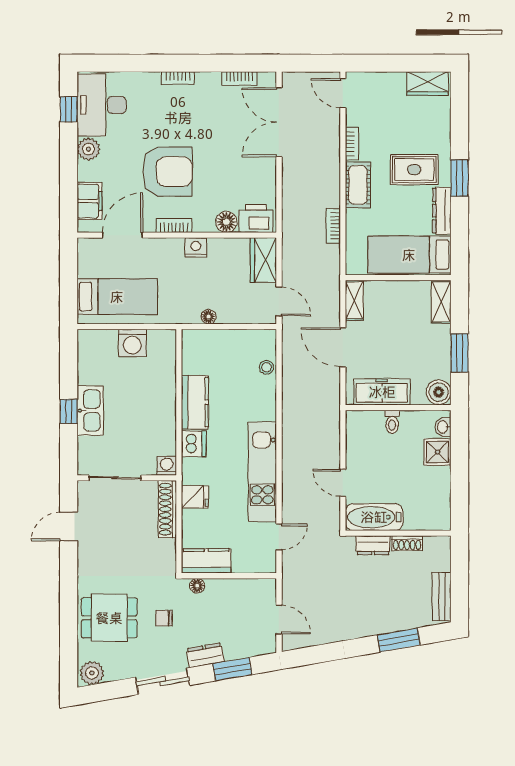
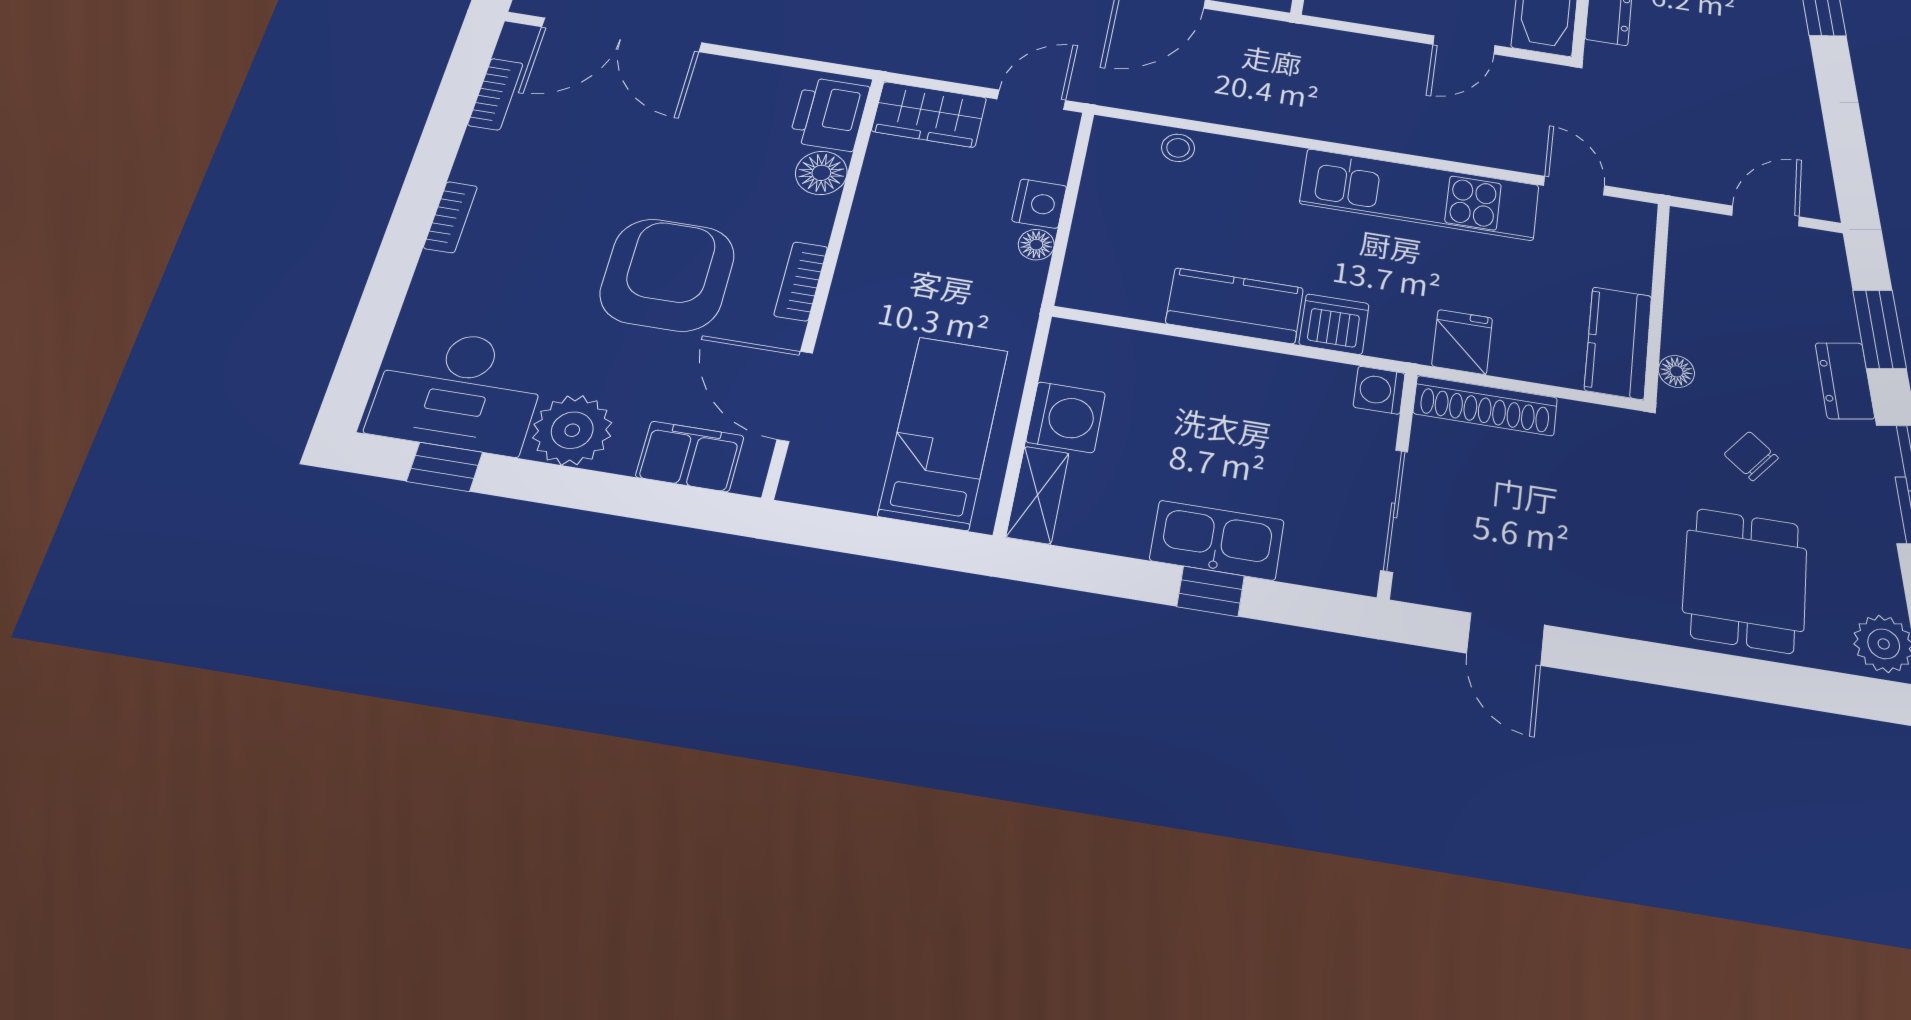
plant: (88, 149) -> (572, 430), width x1.36, depth x1.36
nightstand: (196, 247) -> (1039, 204), moved, turned 180
shelving: (97, 338) -> (1038, 495), added
chair: (164, 618) -> (1751, 456), turned 129

